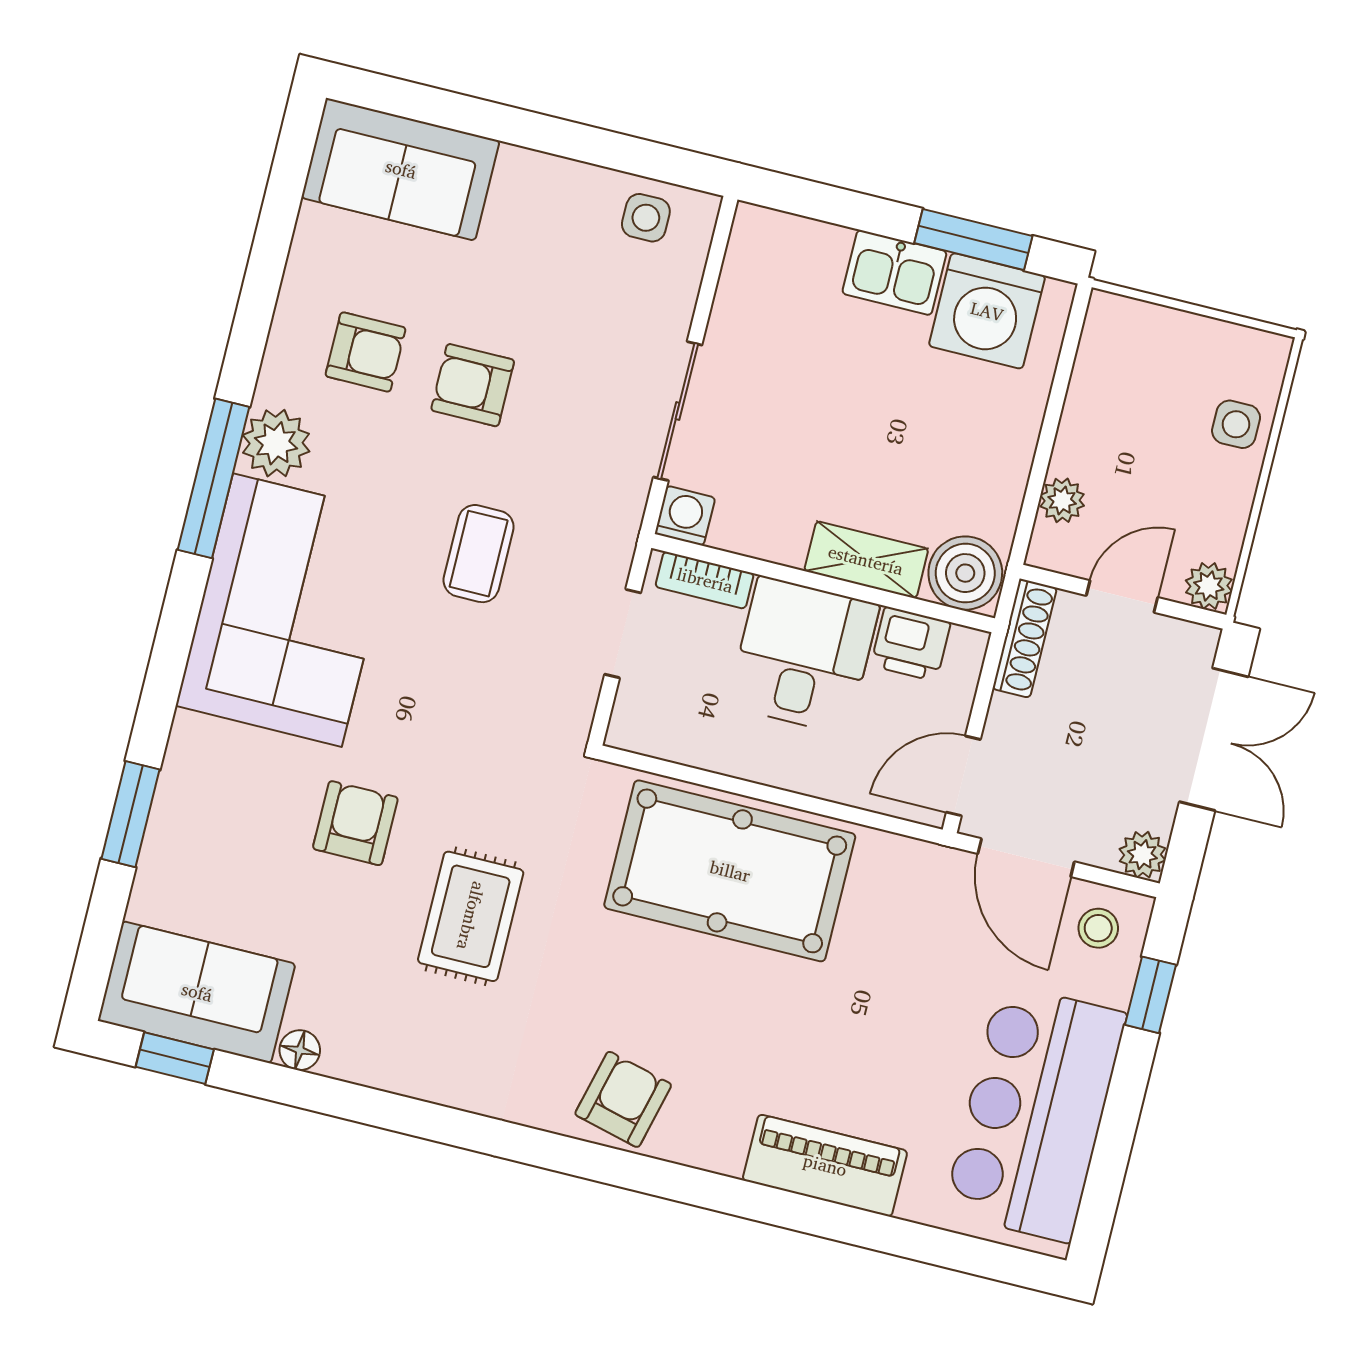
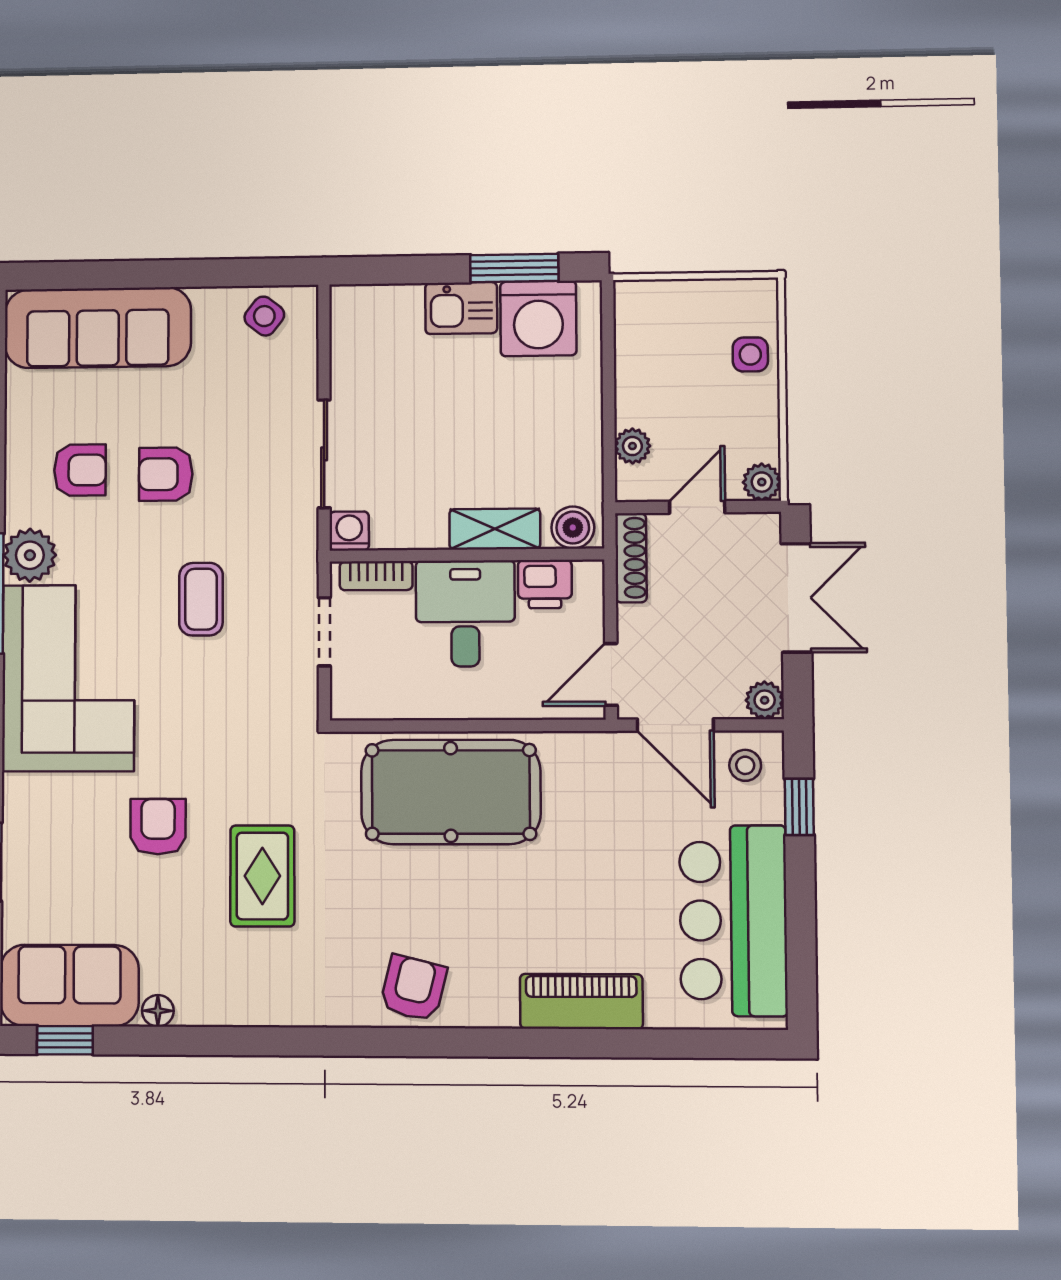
sofa: (401, 169) -> (98, 328), width x1.36
side table: (646, 218) -> (264, 316), turned 38
boiler: (965, 573) -> (573, 528), width x0.73, depth x0.73

